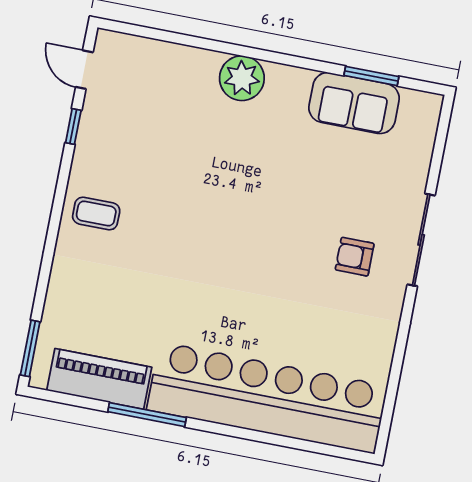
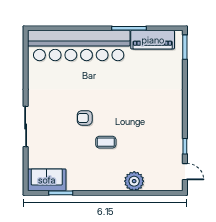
plant: (242, 78) -> (134, 181), moved
sofa: (354, 103) -> (47, 180), moved
coffee table: (96, 214) -> (106, 142), moved
armchair: (355, 257) -> (85, 118), moved, turned 180

